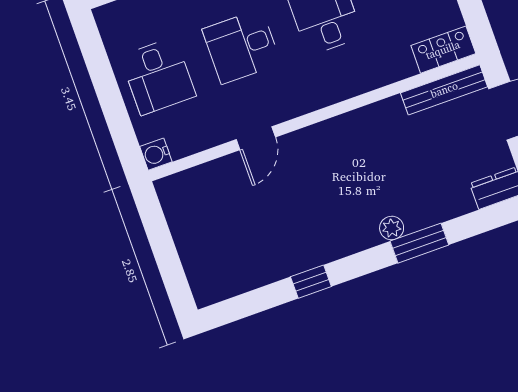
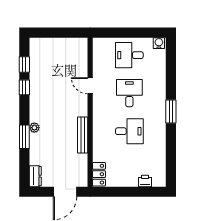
bench: (444, 90) -> (83, 135), moved
water cooler: (156, 154) -> (159, 43), moved
window: (261, 300) -> (24, 64), added

